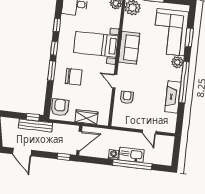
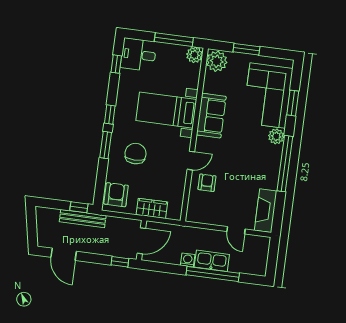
window: (57, 25) -> (116, 64), moved
chair: (74, 77) -> (135, 154), turned -90
door: (115, 81) -> (191, 161), swing flipped
fireplace: (173, 97) -> (266, 211), moved

